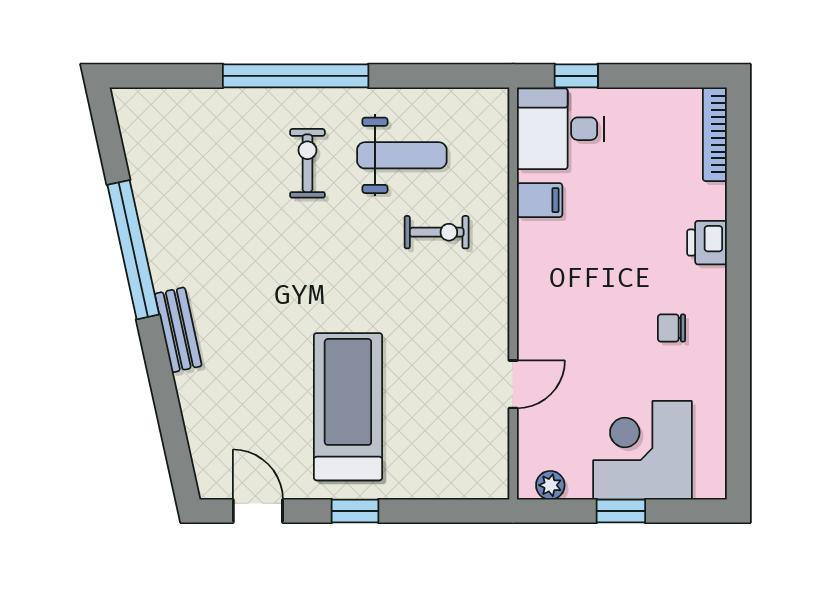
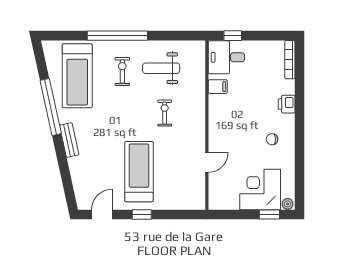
weight bench: (402, 155) -> (161, 68), turned 180
treadmill: (198, 174) -> (77, 76), added
exercise bike: (437, 232) -> (165, 113), moved, turned -90
plant: (550, 485) -> (288, 204), moved
door: (258, 511) -> (102, 214), hinge flipped
window: (621, 511) -> (269, 214), moved

